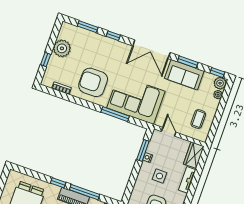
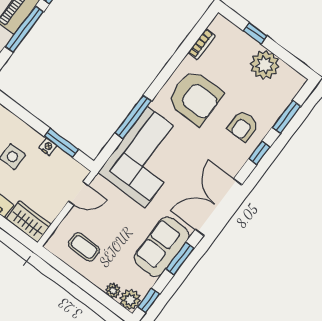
armchair: (101, 50) -> (243, 126), added
armchair: (93, 82) -> (195, 97), turned 90

